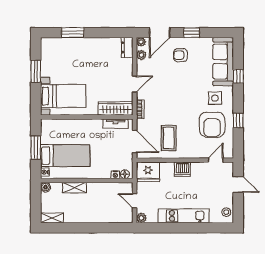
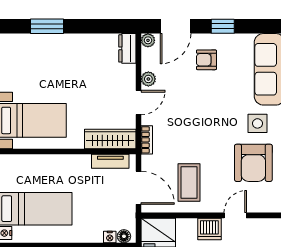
plant: (141, 55) -> (148, 79), moved
door: (216, 160) -> (235, 215), moved

